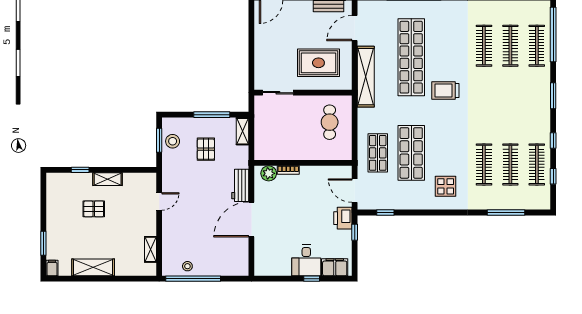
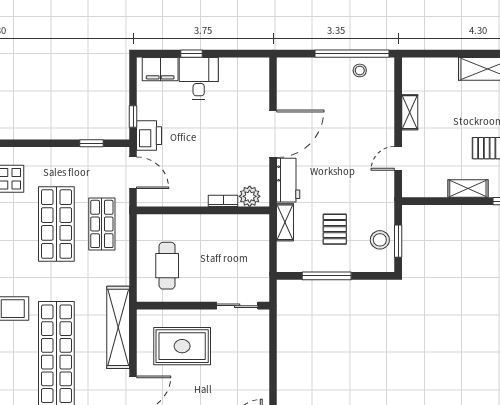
shelving: (242, 131) -> (285, 222), moved
shelving: (151, 249) -> (410, 112), moved

